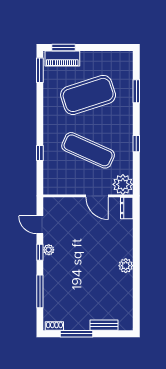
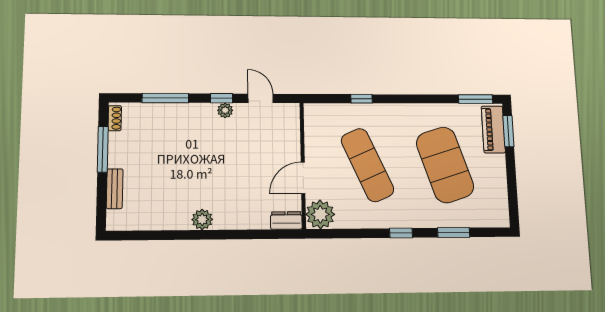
window: (136, 144) -> (401, 233), moved
exercise mat: (88, 150) -> (367, 165), turned -48
door: (40, 225) -> (261, 98), hinge flipped

